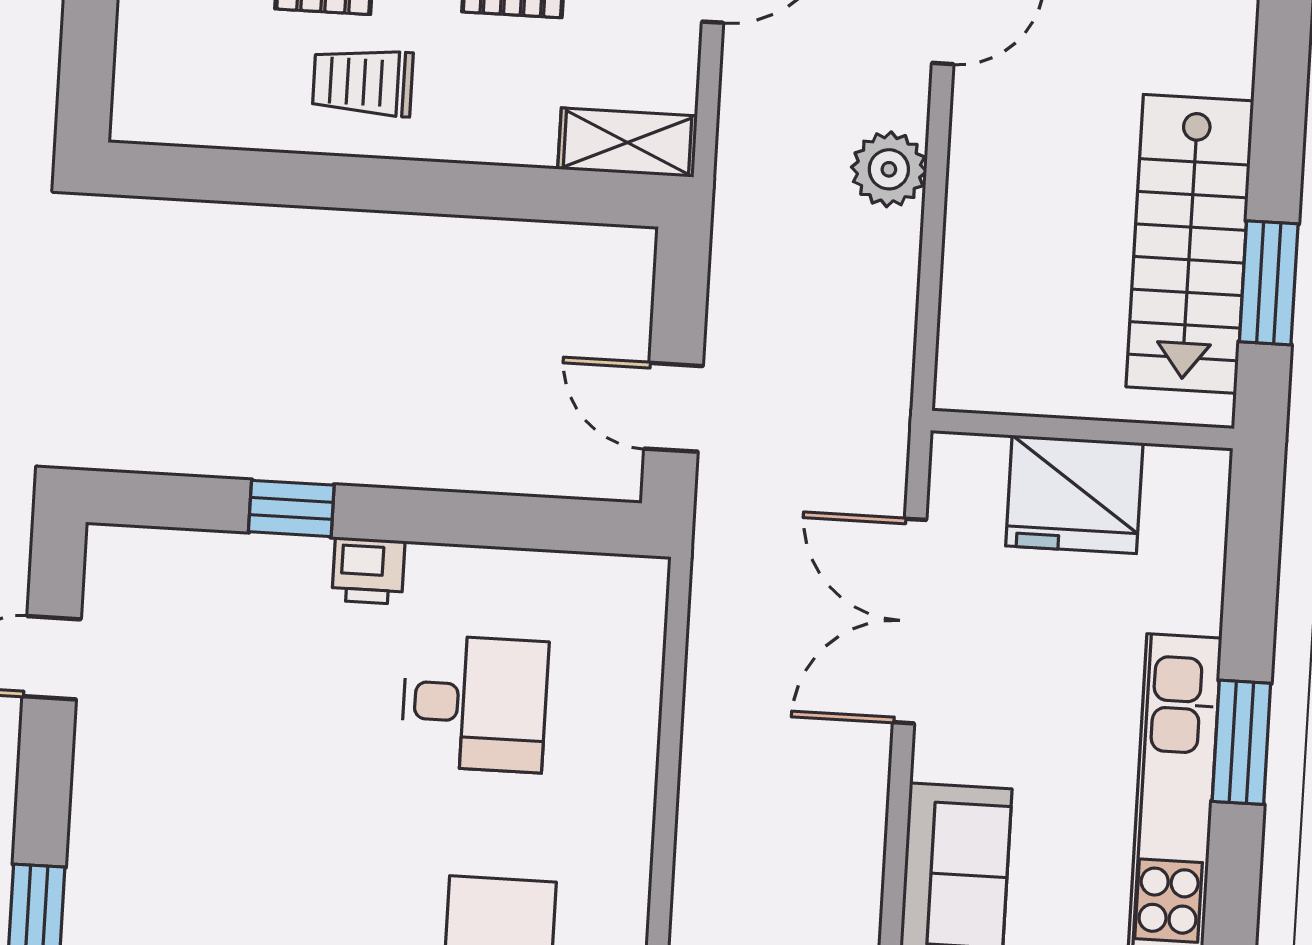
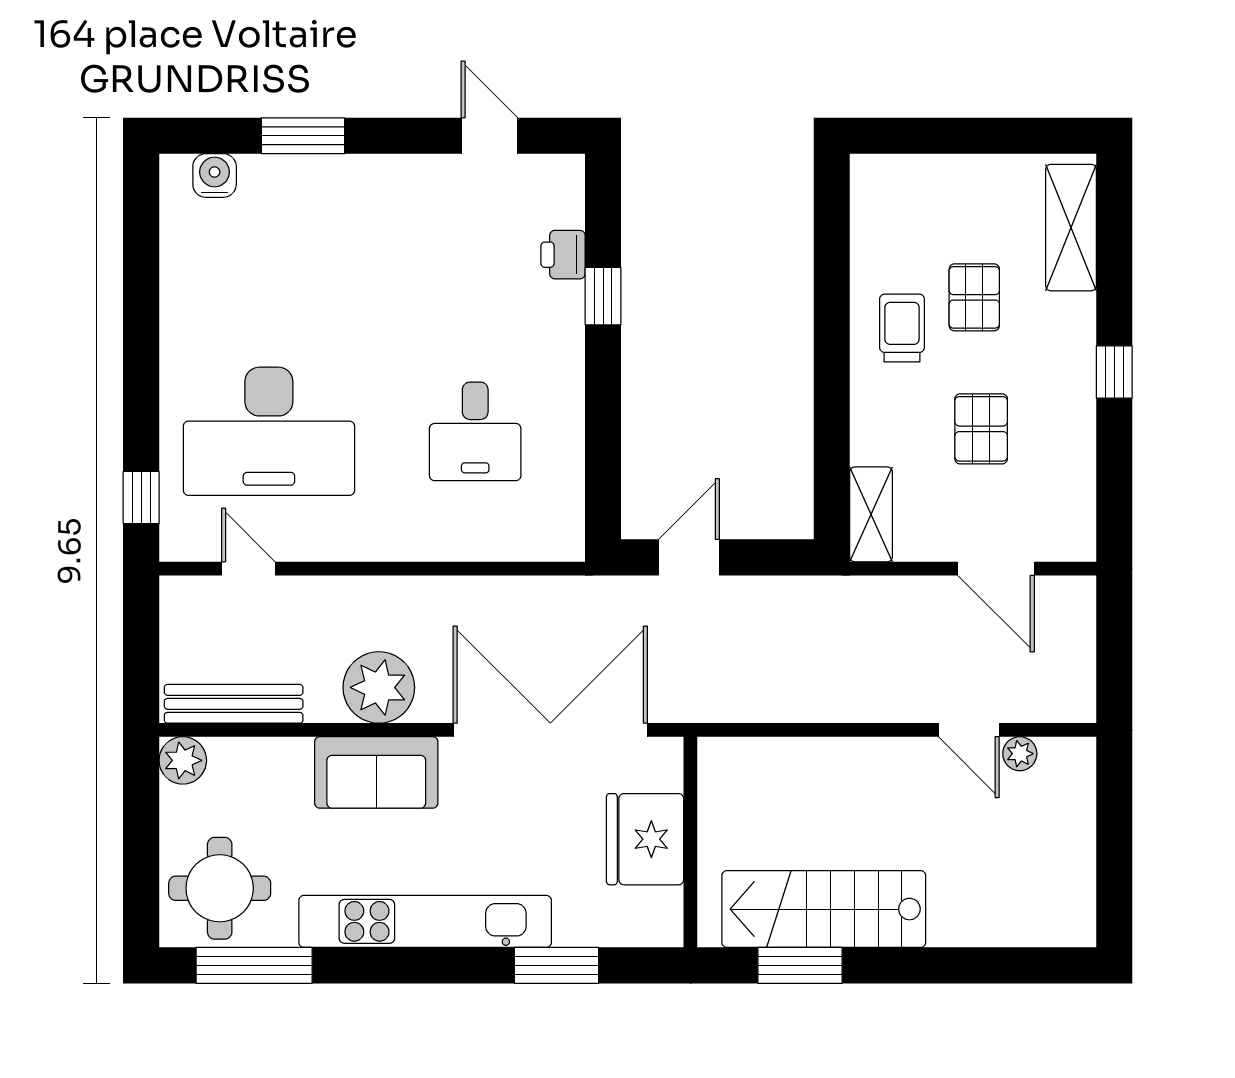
plant: (889, 169) -> (379, 687), moved, width x1.36, depth x1.36
printer: (368, 571) -> (563, 255), moved
double door: (910, 621) -> (550, 730), width x1.36
window: (1241, 742) -> (557, 965), moved

